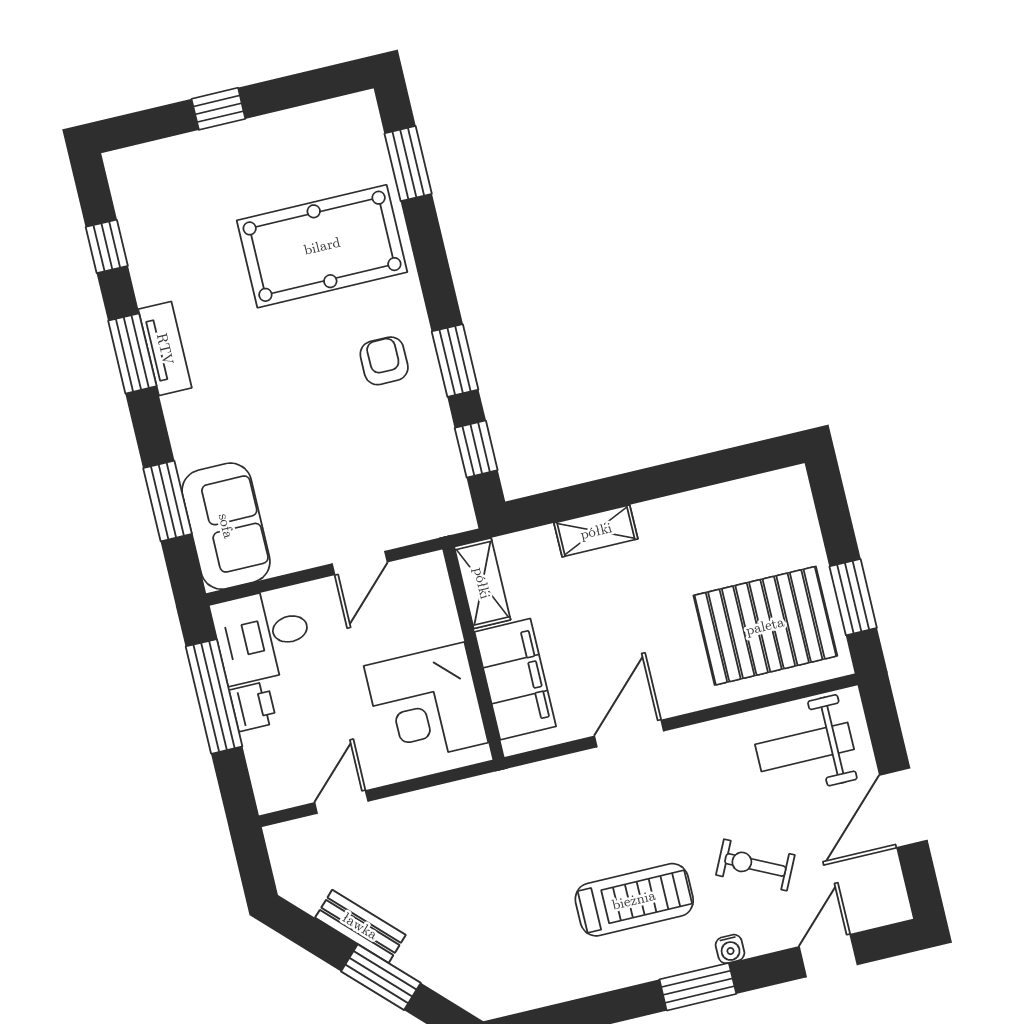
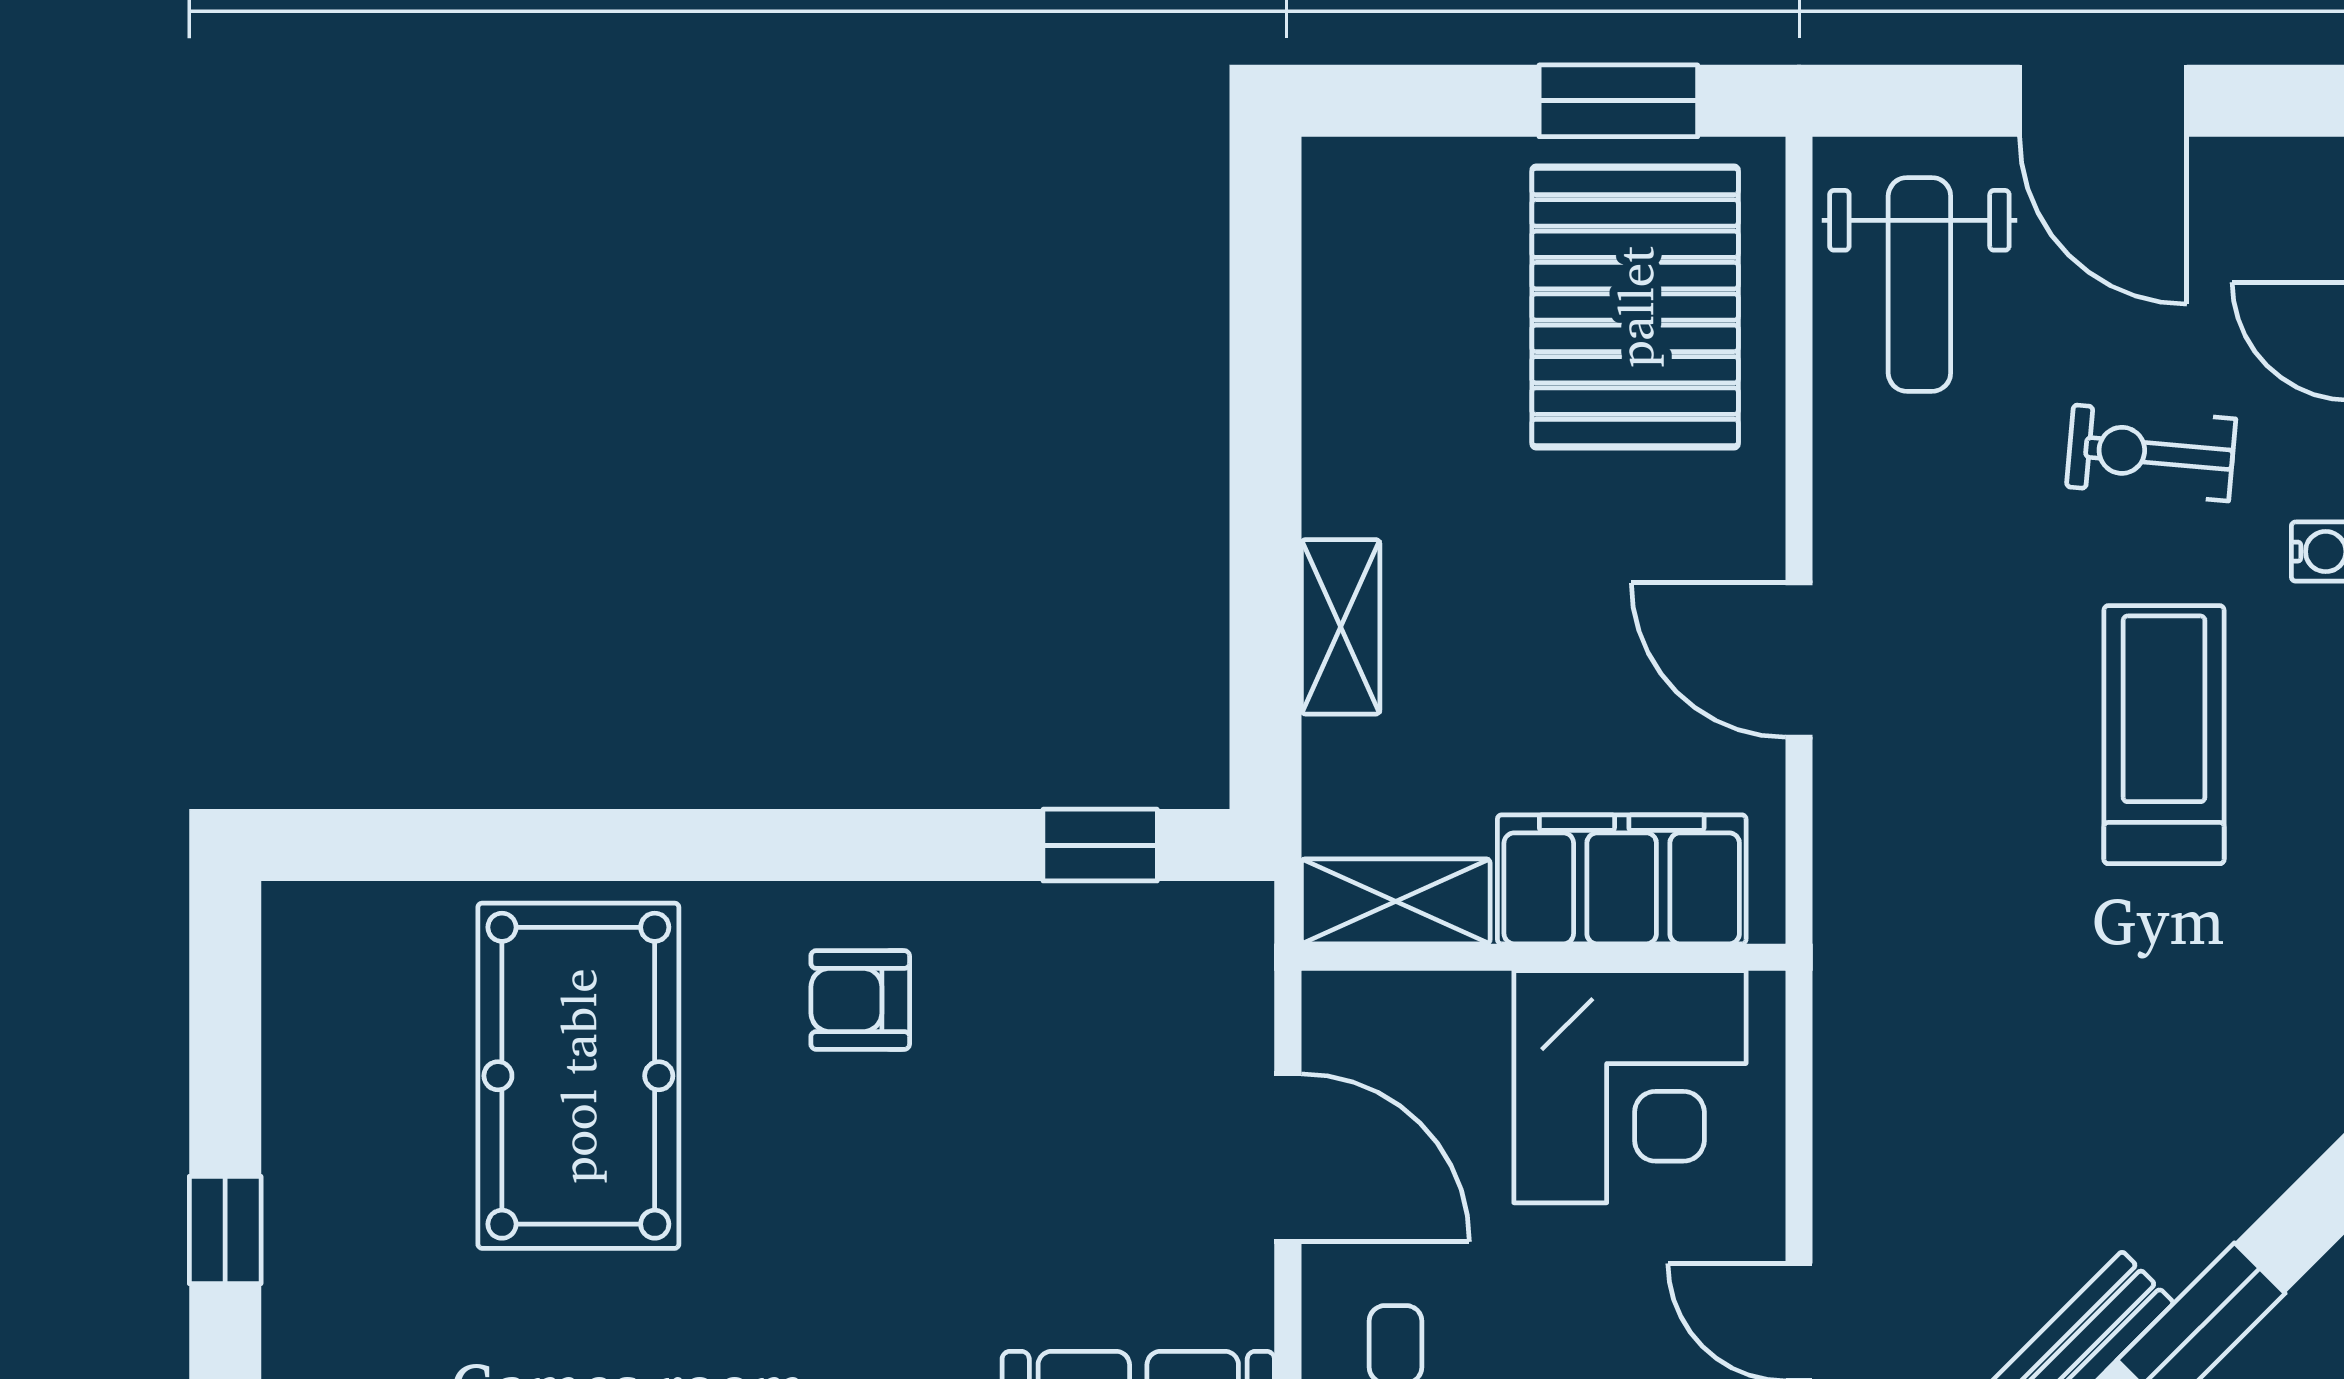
window: (408, 164) -> (443, 845), removed
window: (455, 360) -> (896, 845), removed
door: (360, 563) -> (1288, 1158), width x1.38
exercise bike: (755, 865) -> (2151, 453), turned 69

